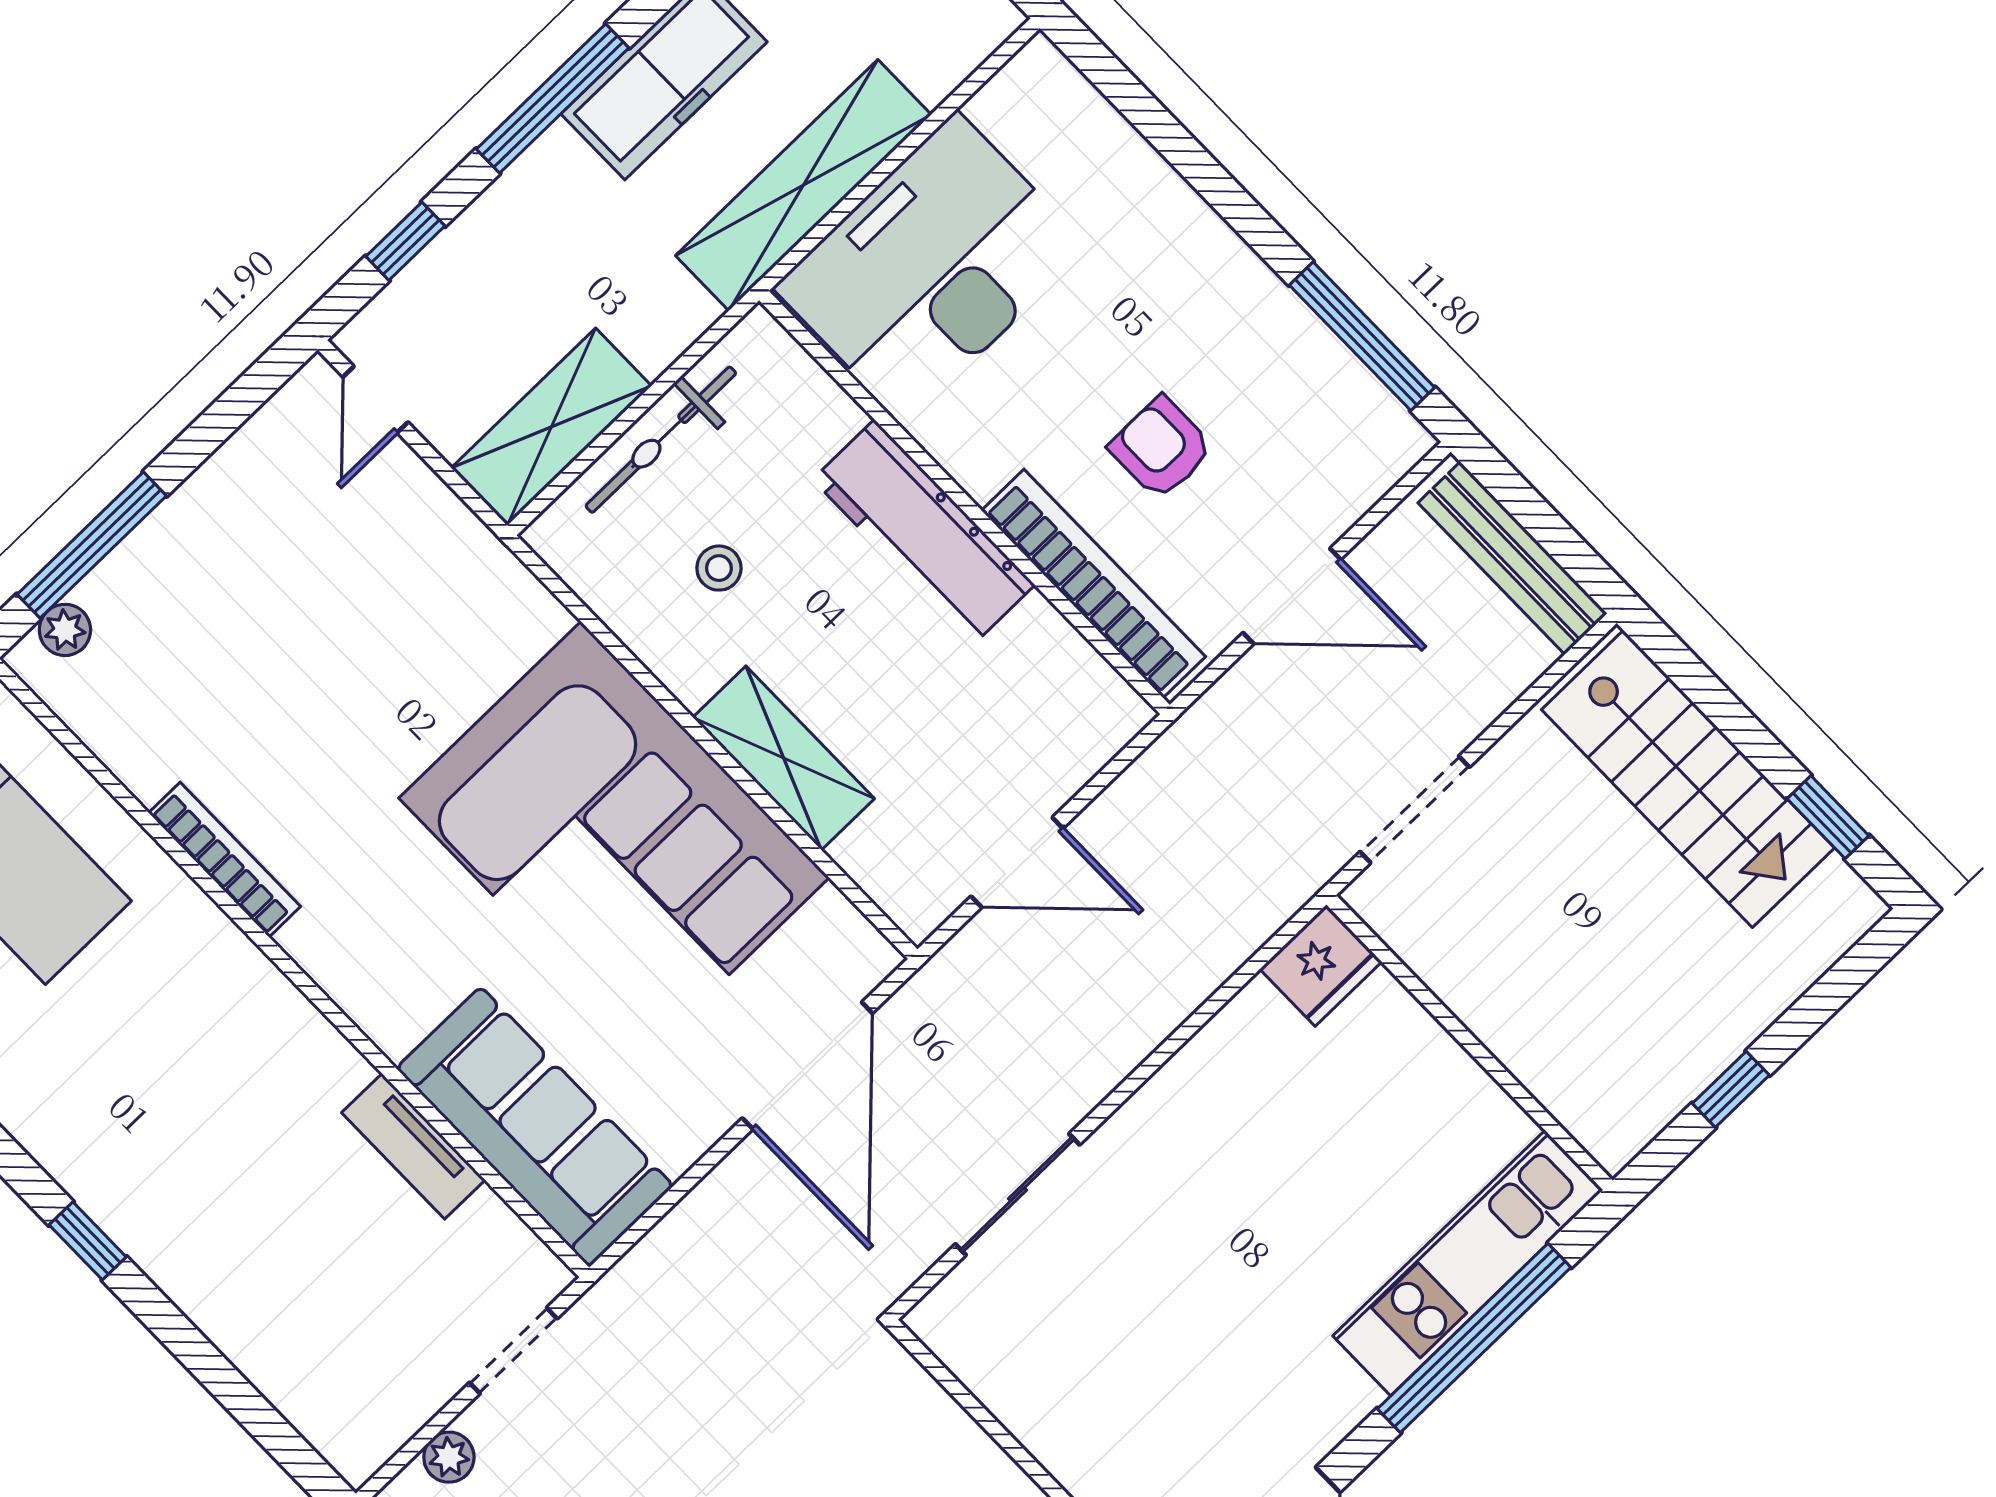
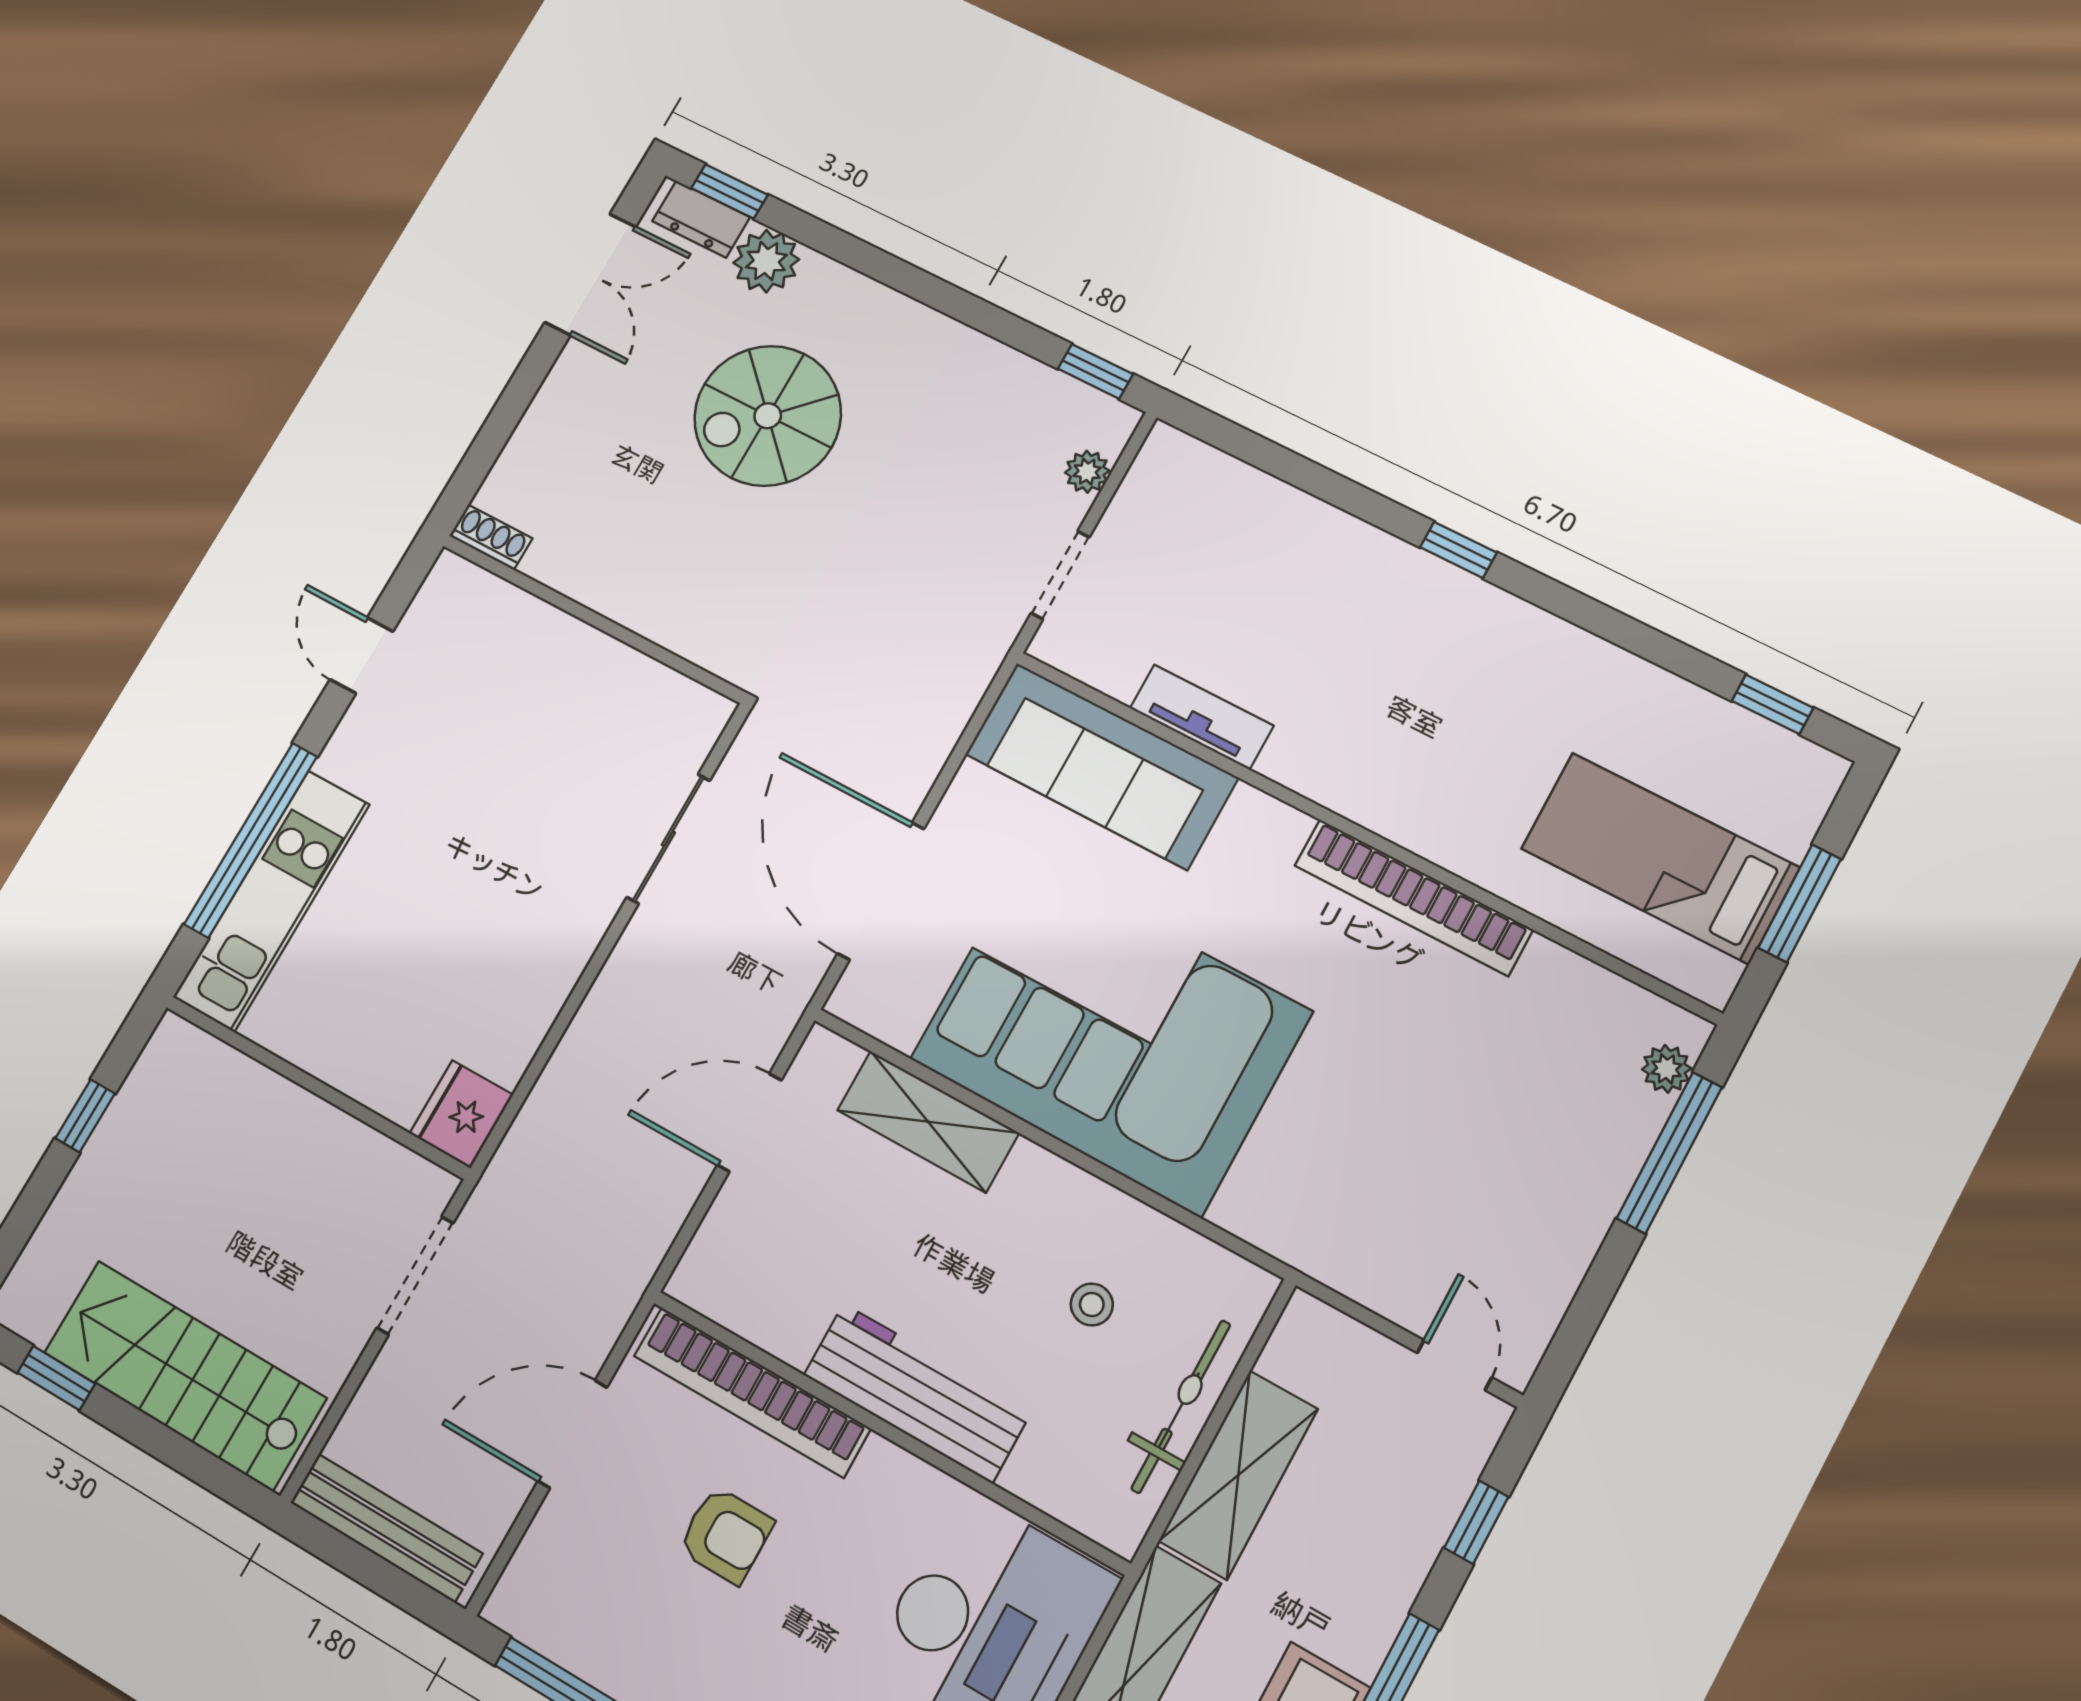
shelving: (551, 427) -> (1238, 1475), moved
shelving: (784, 758) -> (928, 1122), moved
bookcase: (224, 860) -> (1413, 897), width x1.48, depth x1.31

